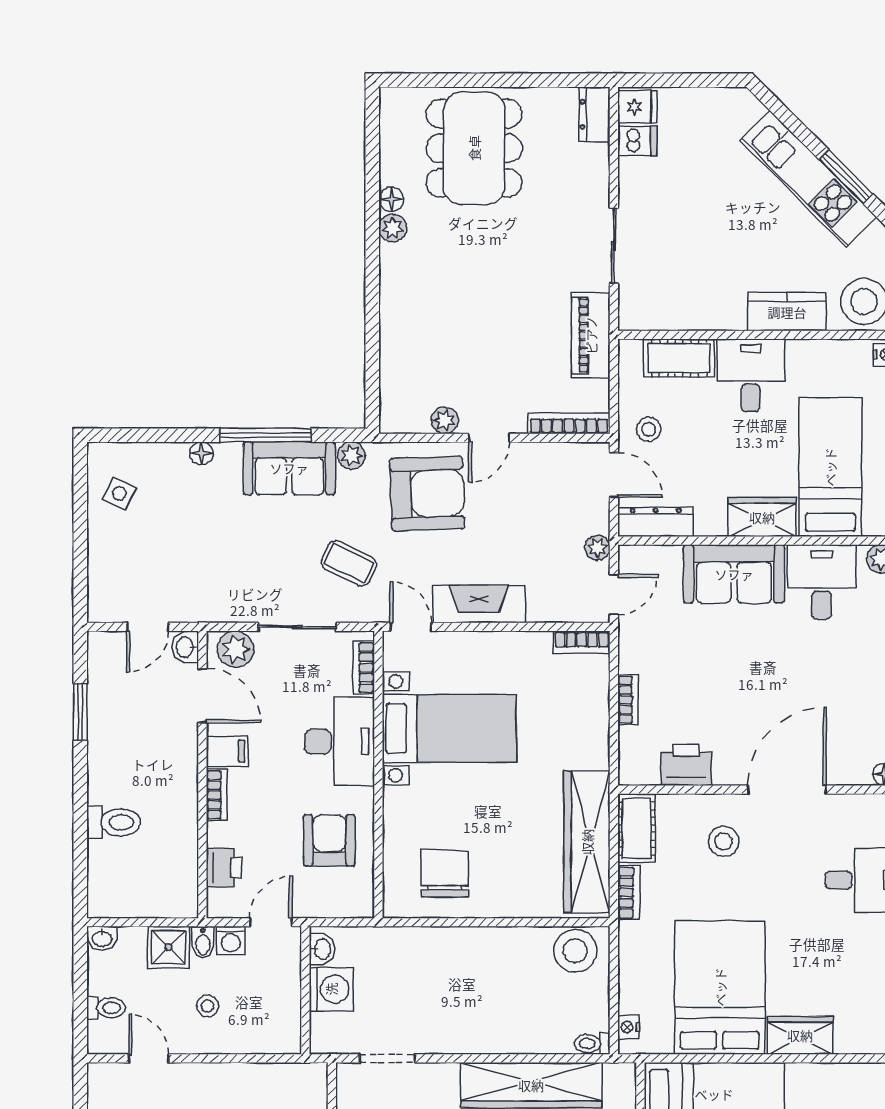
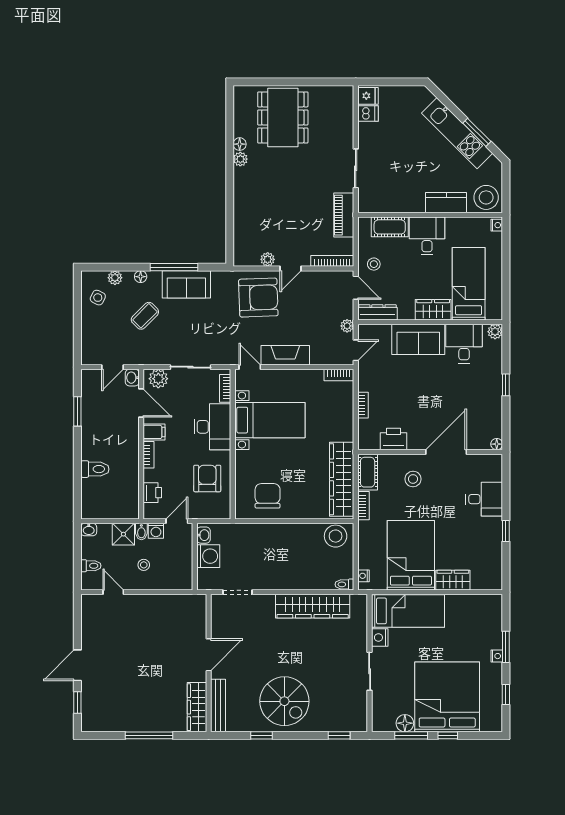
dresser: (594, 114) -> (346, 100), removed
plant: (351, 455) -> (115, 278), moved
coffee table: (349, 563) -> (145, 316), moved, turned -71

